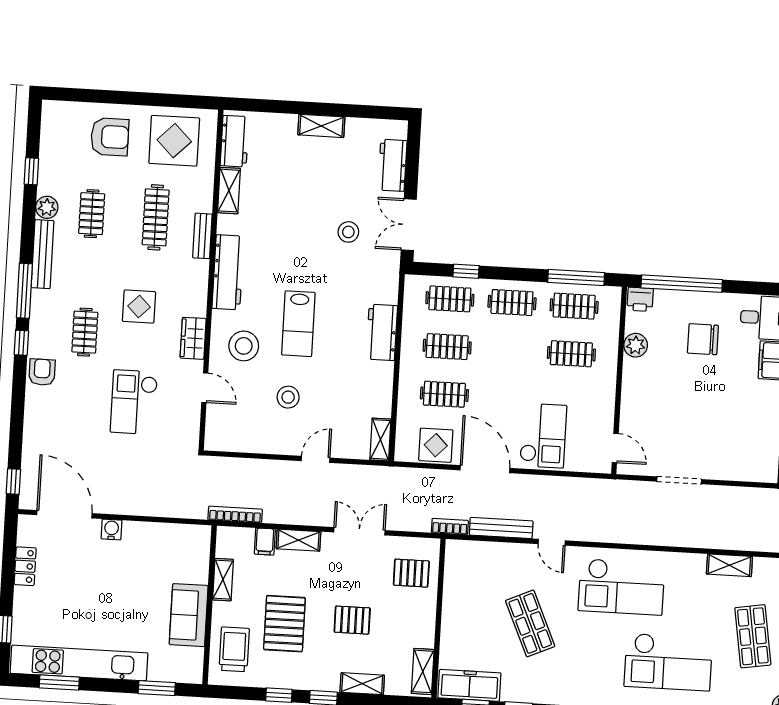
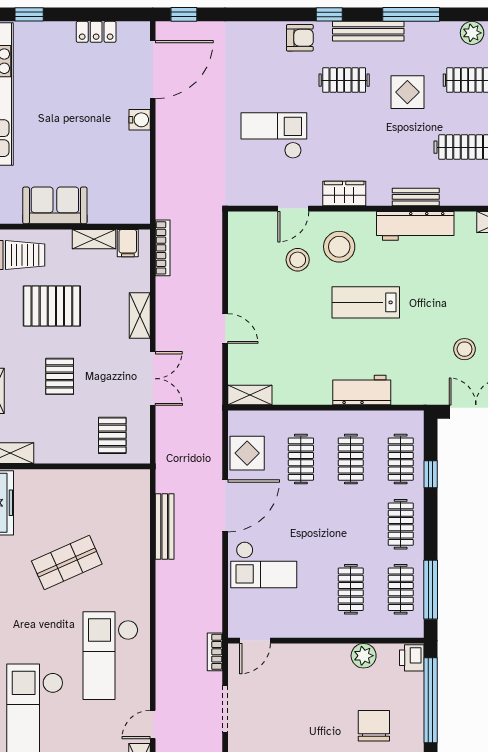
bench: (202, 236) -> (416, 197), moved
bench: (43, 254) -> (368, 31), moved
window: (24, 291) -> (411, 14), moved
display table: (139, 307) -> (407, 92), moved
stool: (288, 397) -> (298, 260), moved
bookcase: (450, 527) -> (215, 652), moved, turned 180
filing cabinet: (265, 542) -> (128, 243), moved, turned -90
door: (552, 542) -> (153, 725), moved

